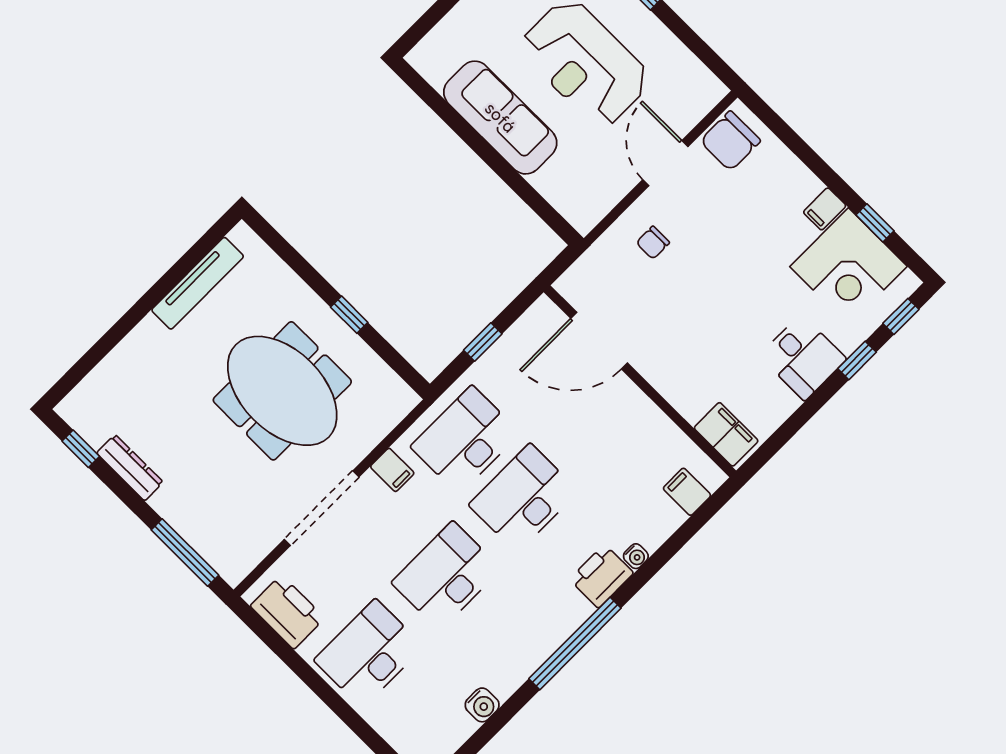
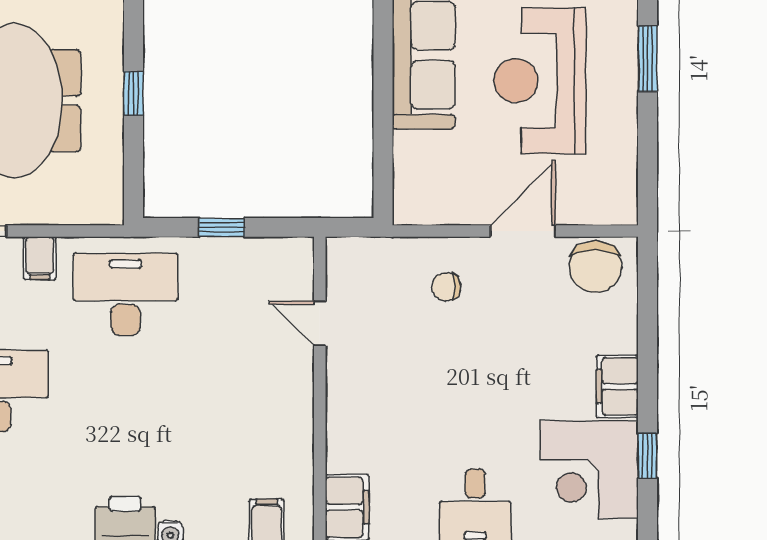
chair: (730, 141) -> (596, 267), turned -90
filing cabinet: (825, 209) -> (617, 386), width x2.00
door: (599, 341) -> (320, 323), width x0.53
desk: (524, 498) -> (126, 391), removed

